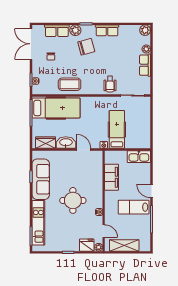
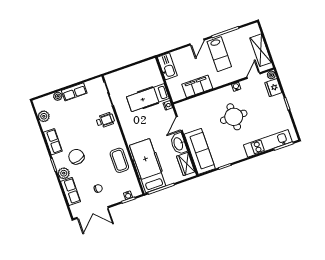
plant: (145, 30) -> (44, 116), moved
sofa: (41, 179) -> (200, 151), moved, turned 90

